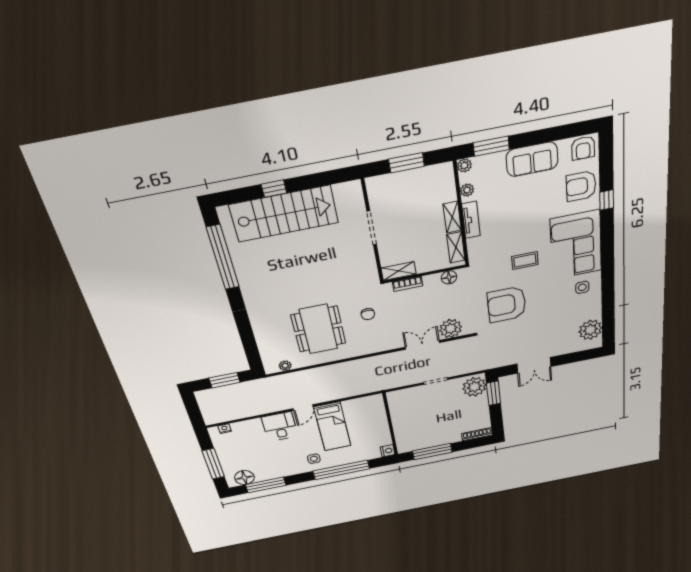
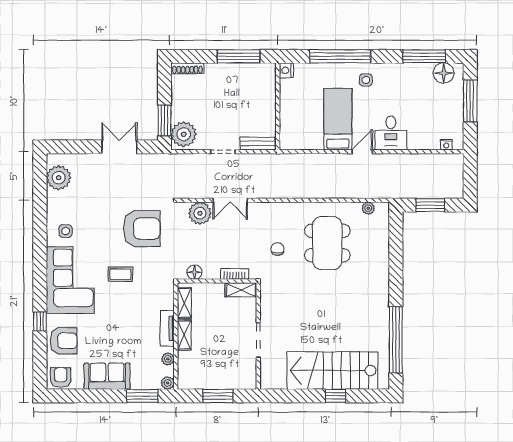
bench: (404, 394) -> (257, 143), added

